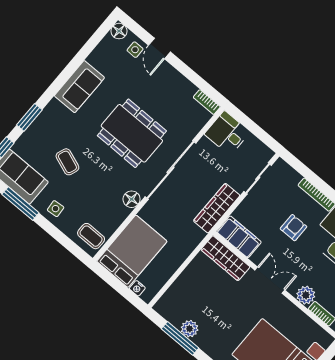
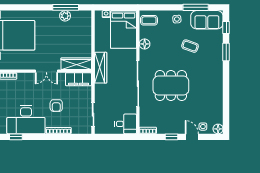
window: (184, 69) -> (172, 137), added
sofa: (79, 87) -> (215, 87), removed
floor lamp: (132, 199) -> (145, 44), moved
wardrobe: (217, 208) -> (101, 68), moved
plant: (306, 295) -> (23, 78), removed

